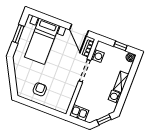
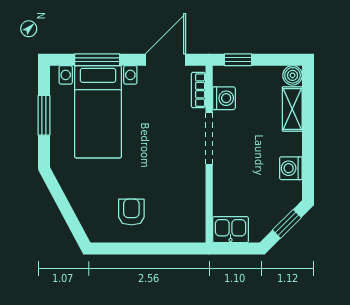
window: (50, 19) -> (97, 60), added
door: (79, 30) -> (165, 60), swing flipped
window: (120, 46) -> (238, 60), moved
shelving: (121, 82) -> (292, 109), moved

